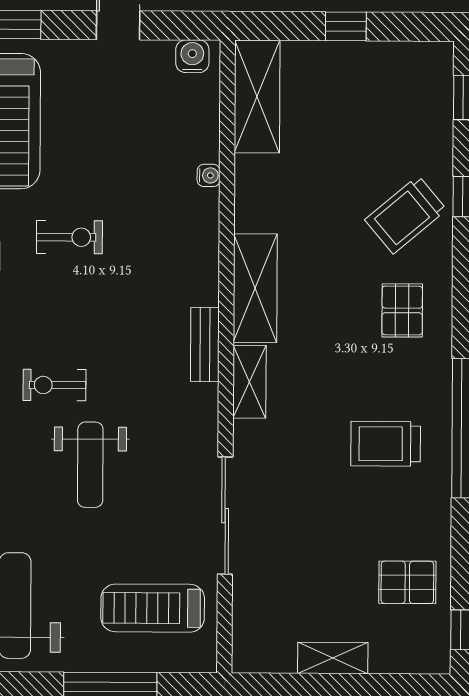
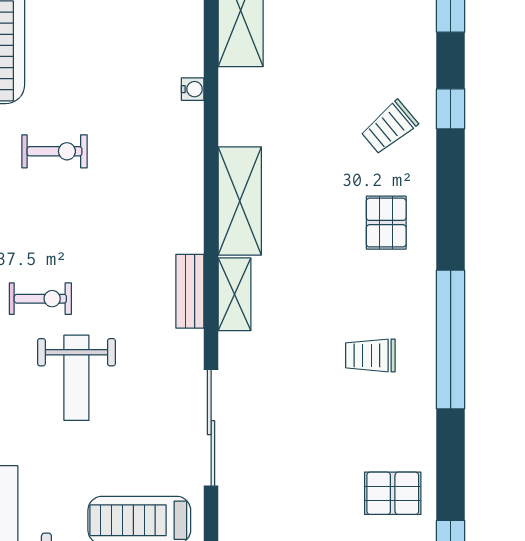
trolley: (406, 215) -> (389, 127), width x0.73, depth x0.72
bench: (205, 344) -> (190, 291), moved
exercise bike: (54, 385) -> (40, 299), turned 180
trolley: (386, 444) -> (370, 355), width x0.73, depth x0.72

